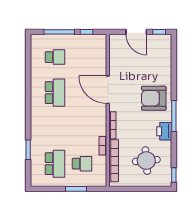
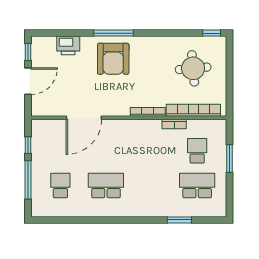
door: (108, 90) -> (84, 118), moved
window: (174, 116) -> (113, 33), moved
printer: (164, 131) -> (68, 45), moved

